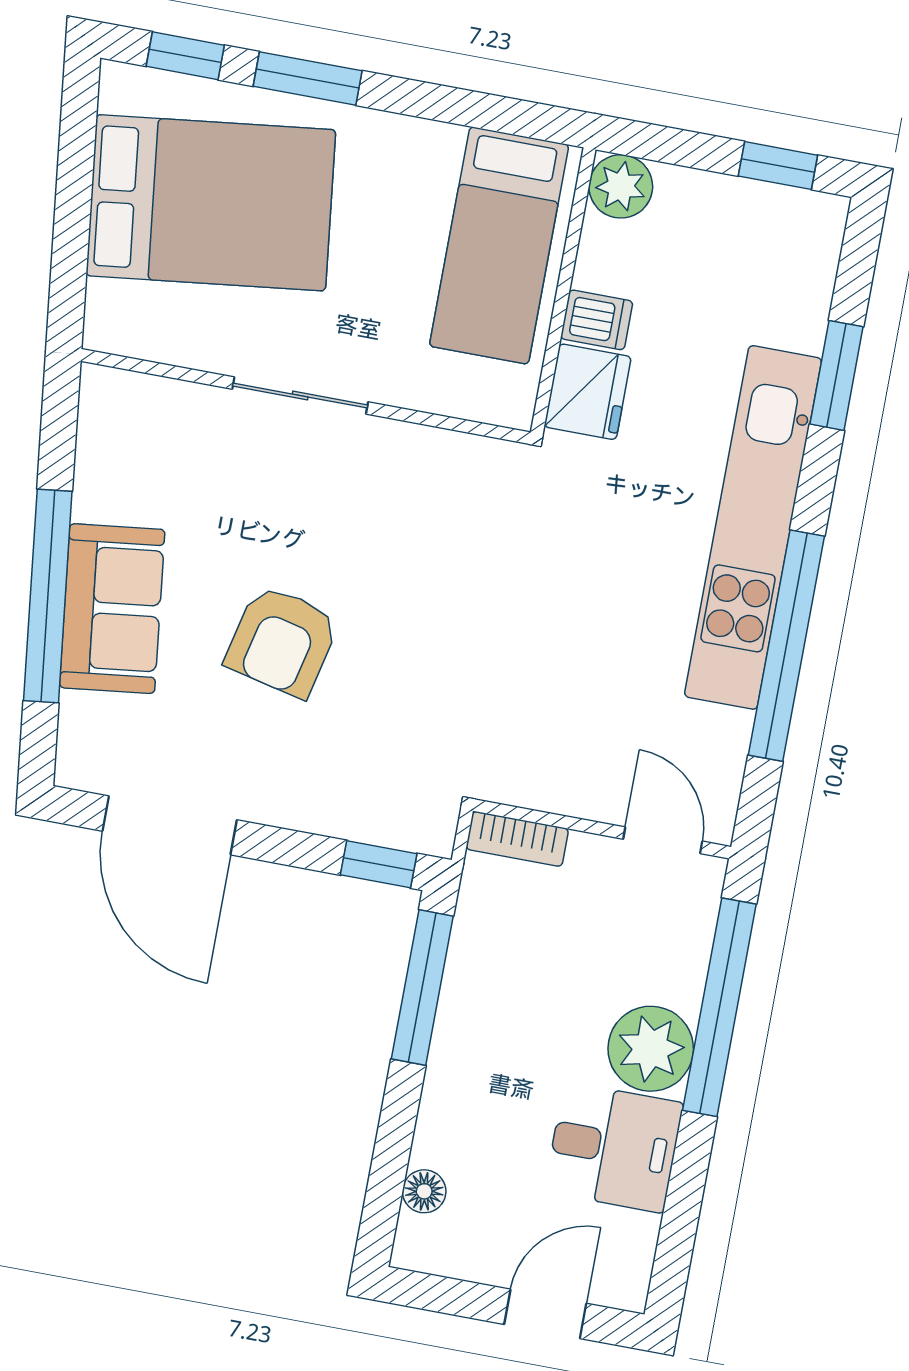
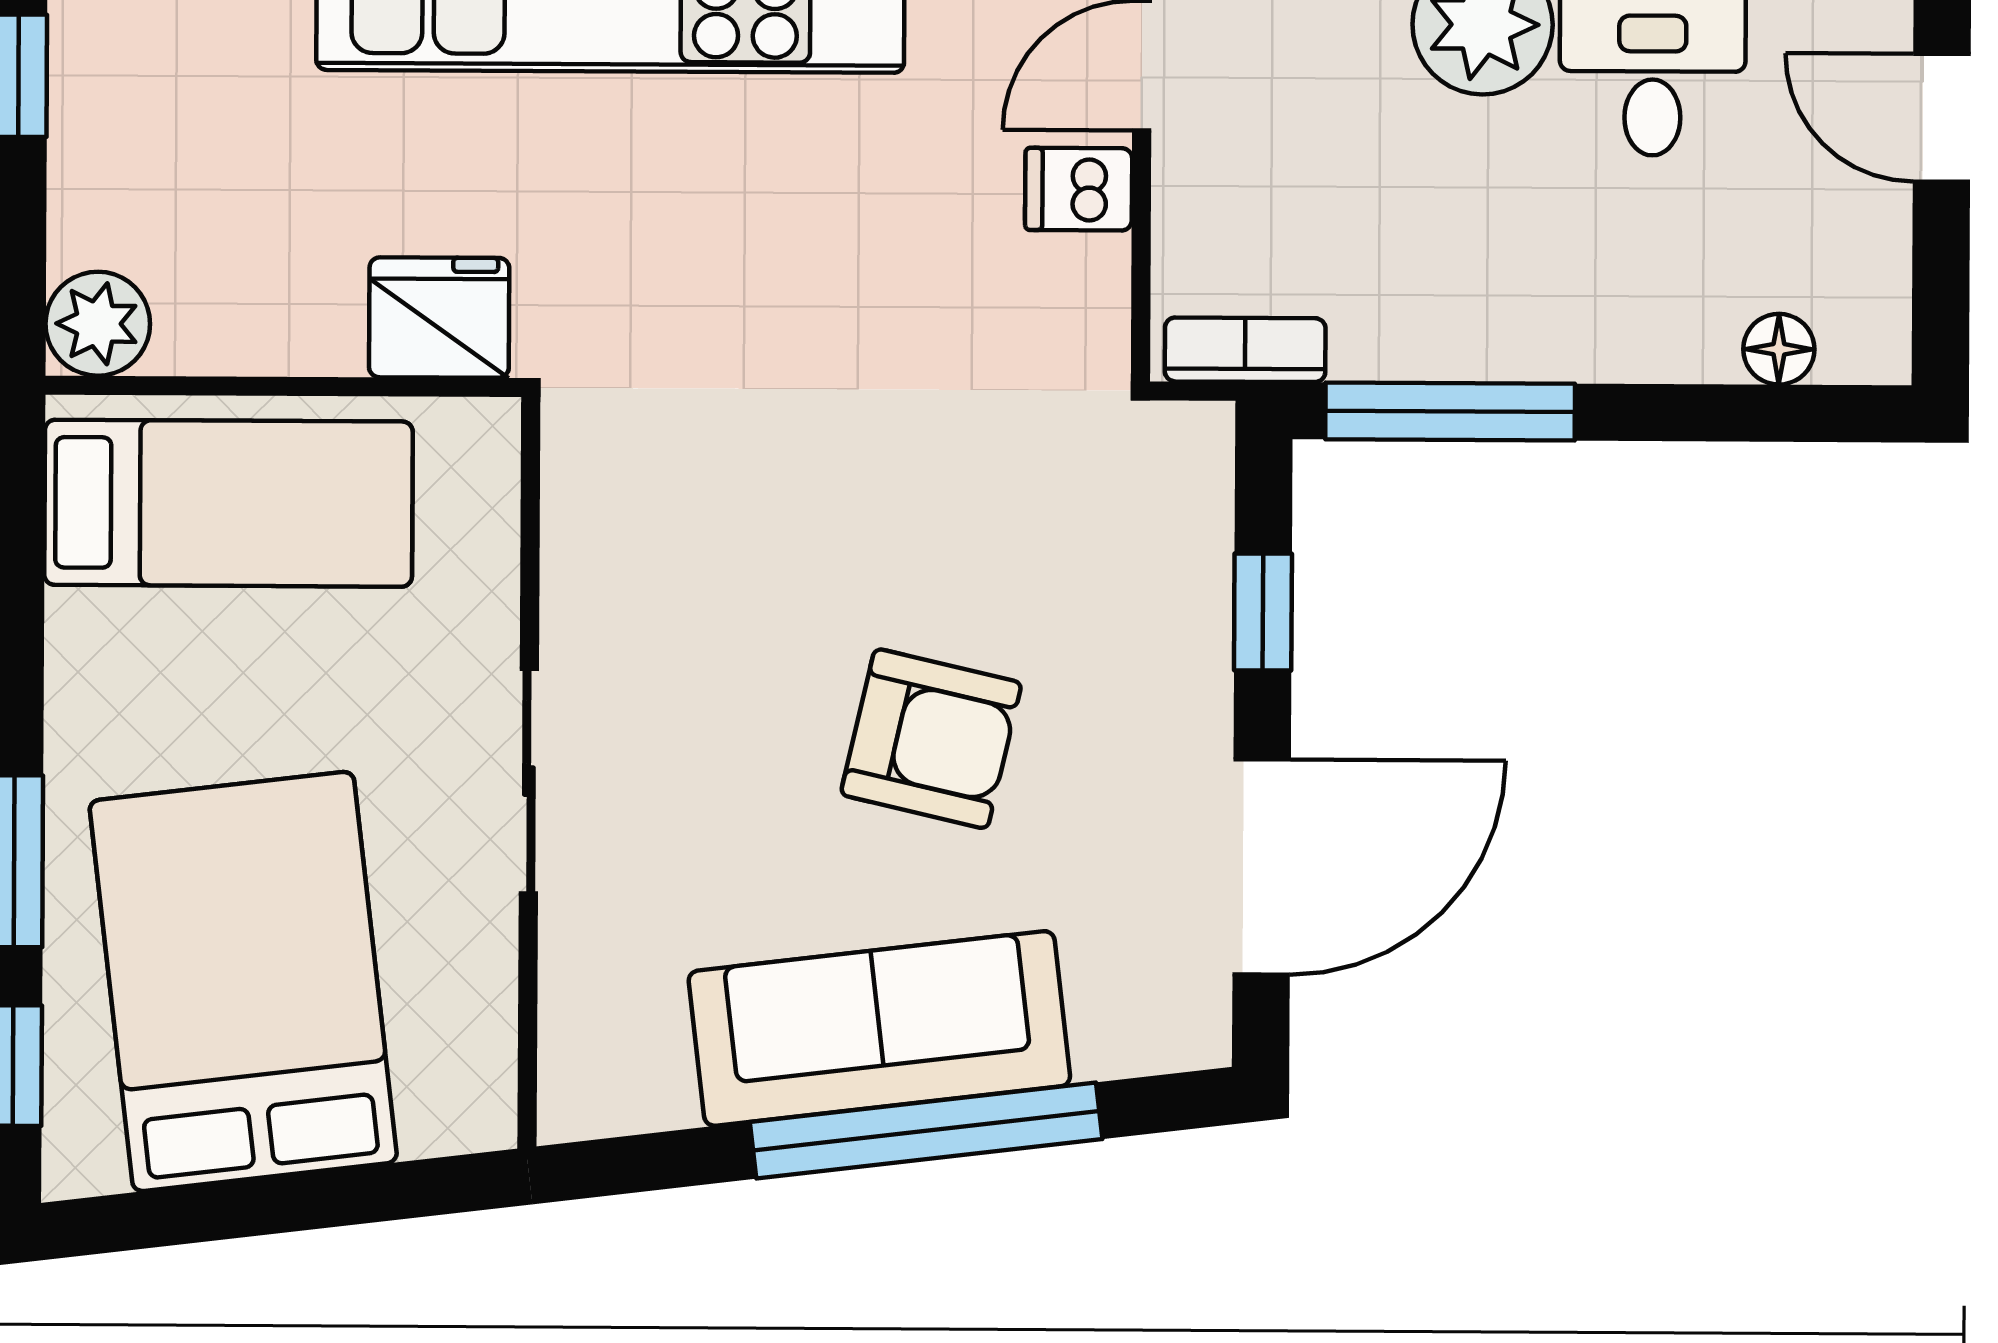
dishwasher: (597, 320) -> (1079, 189), moved, turned -90
sofa: (112, 609) -> (879, 1028), width x1.36
bookcase: (517, 839) -> (1245, 350), moved, turned -90
window: (379, 864) -> (1263, 612), moved

